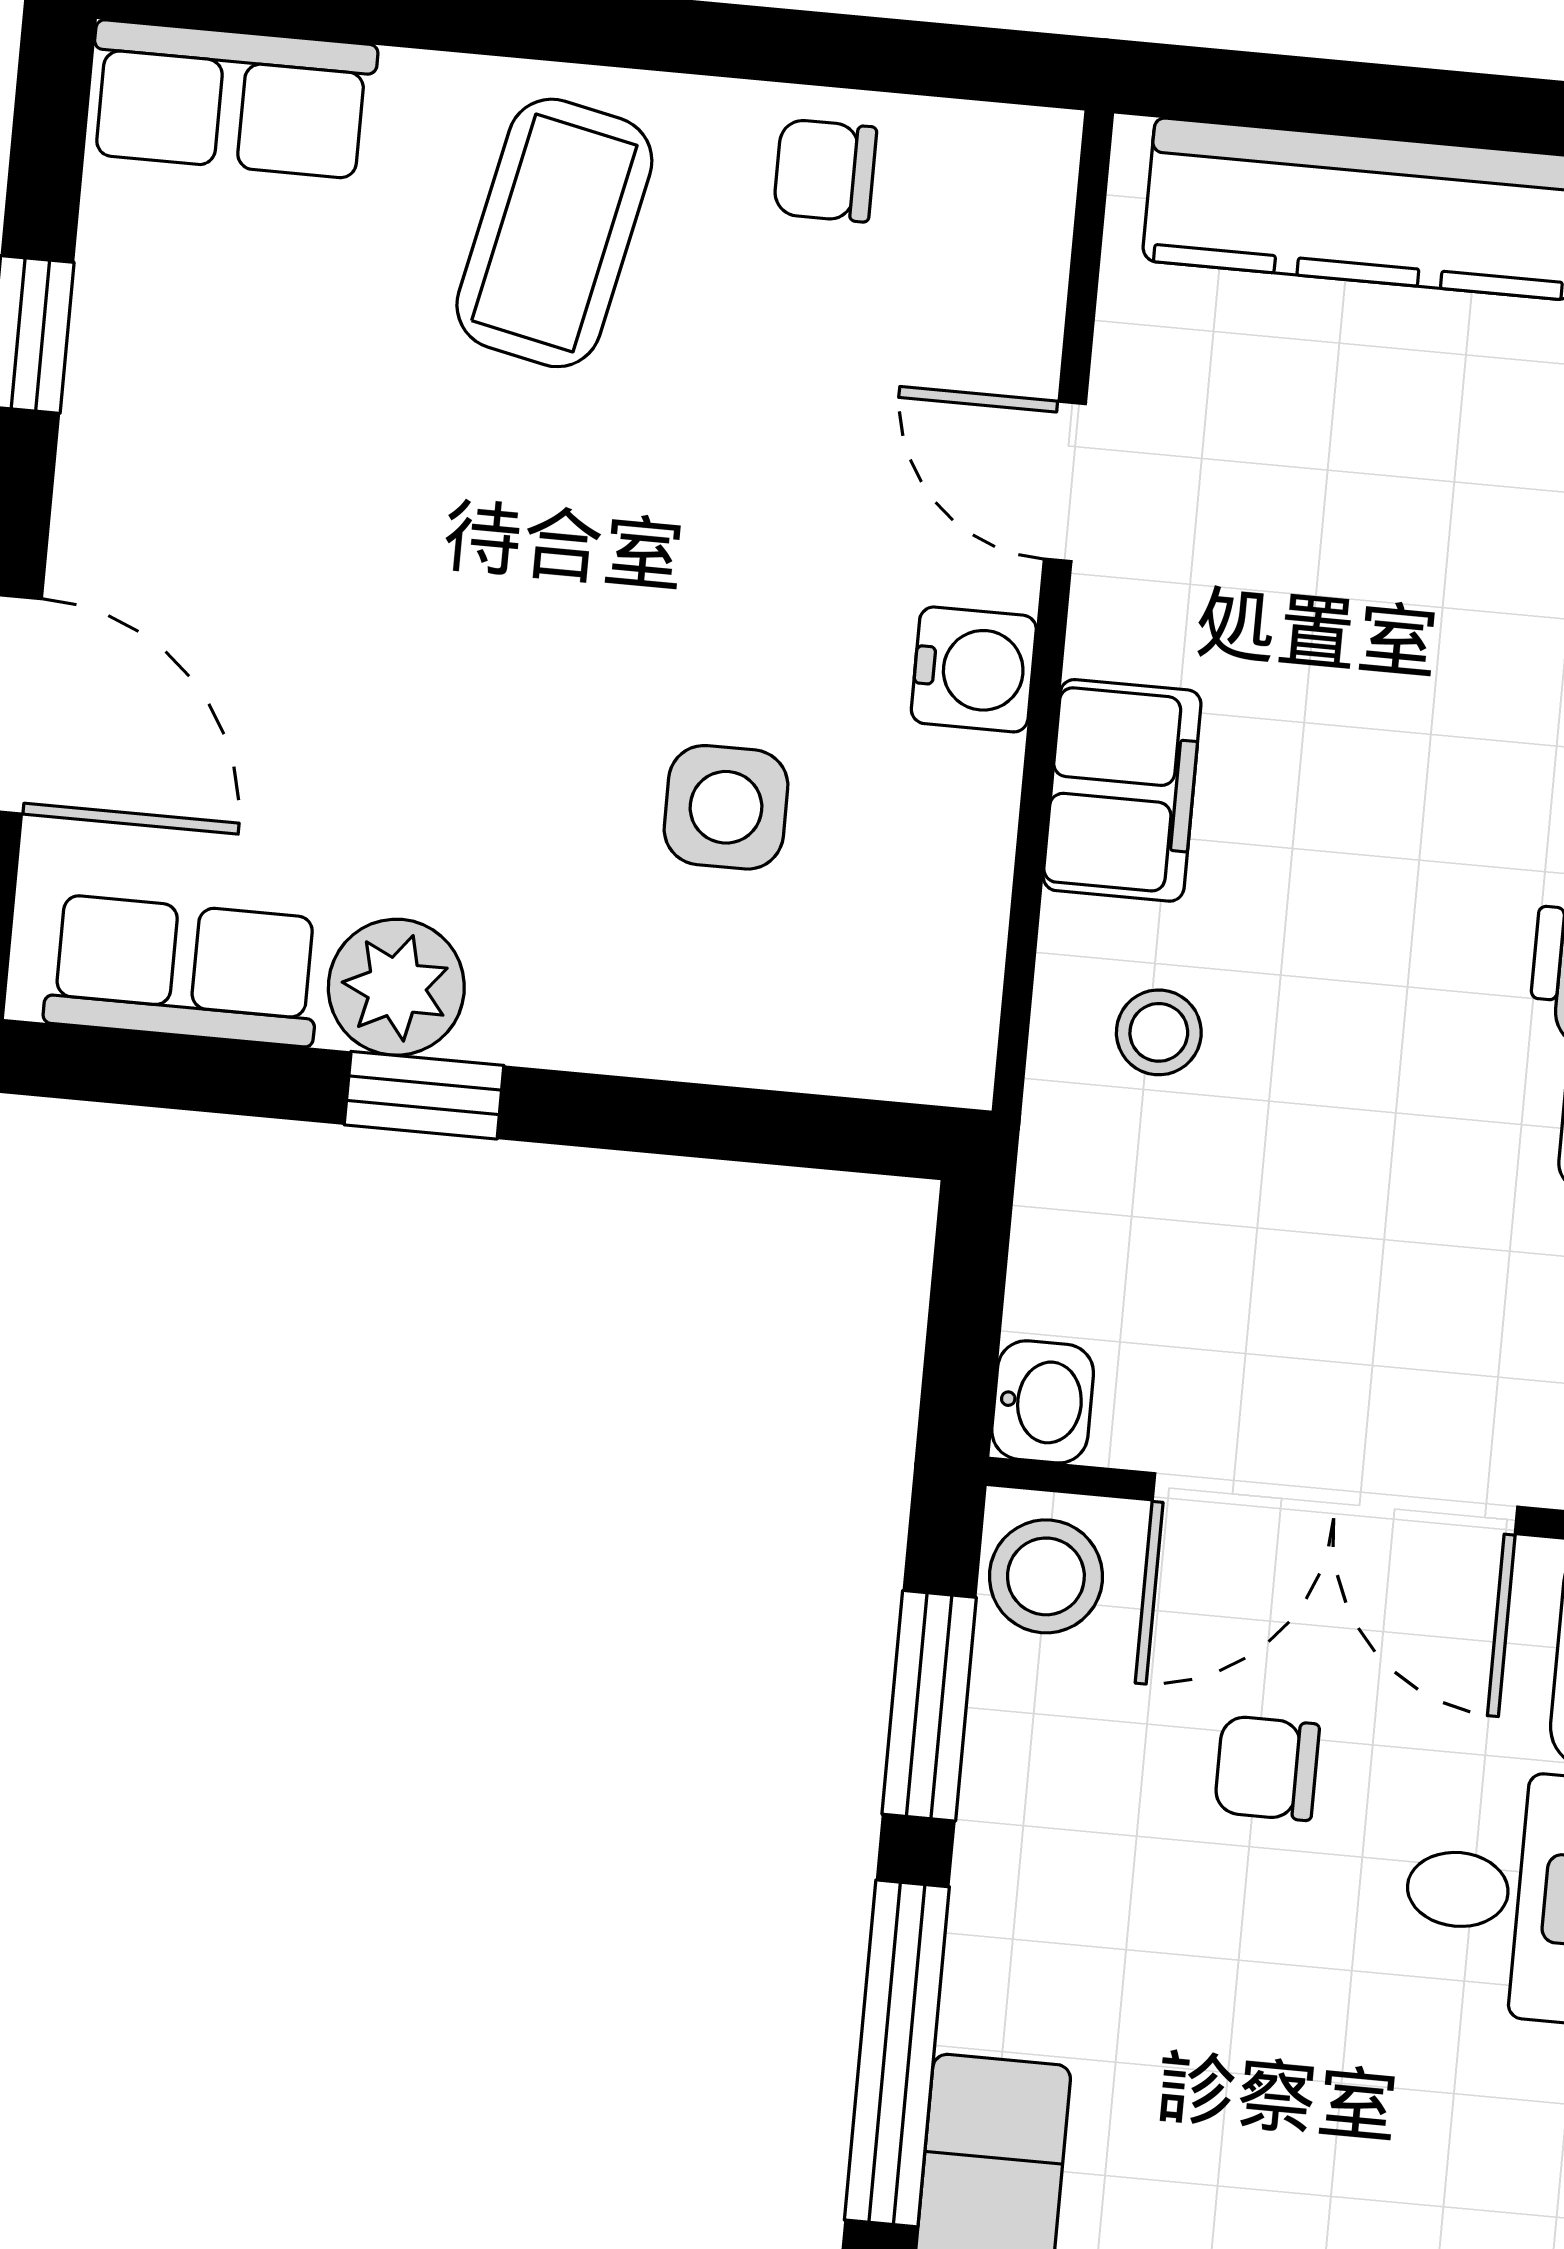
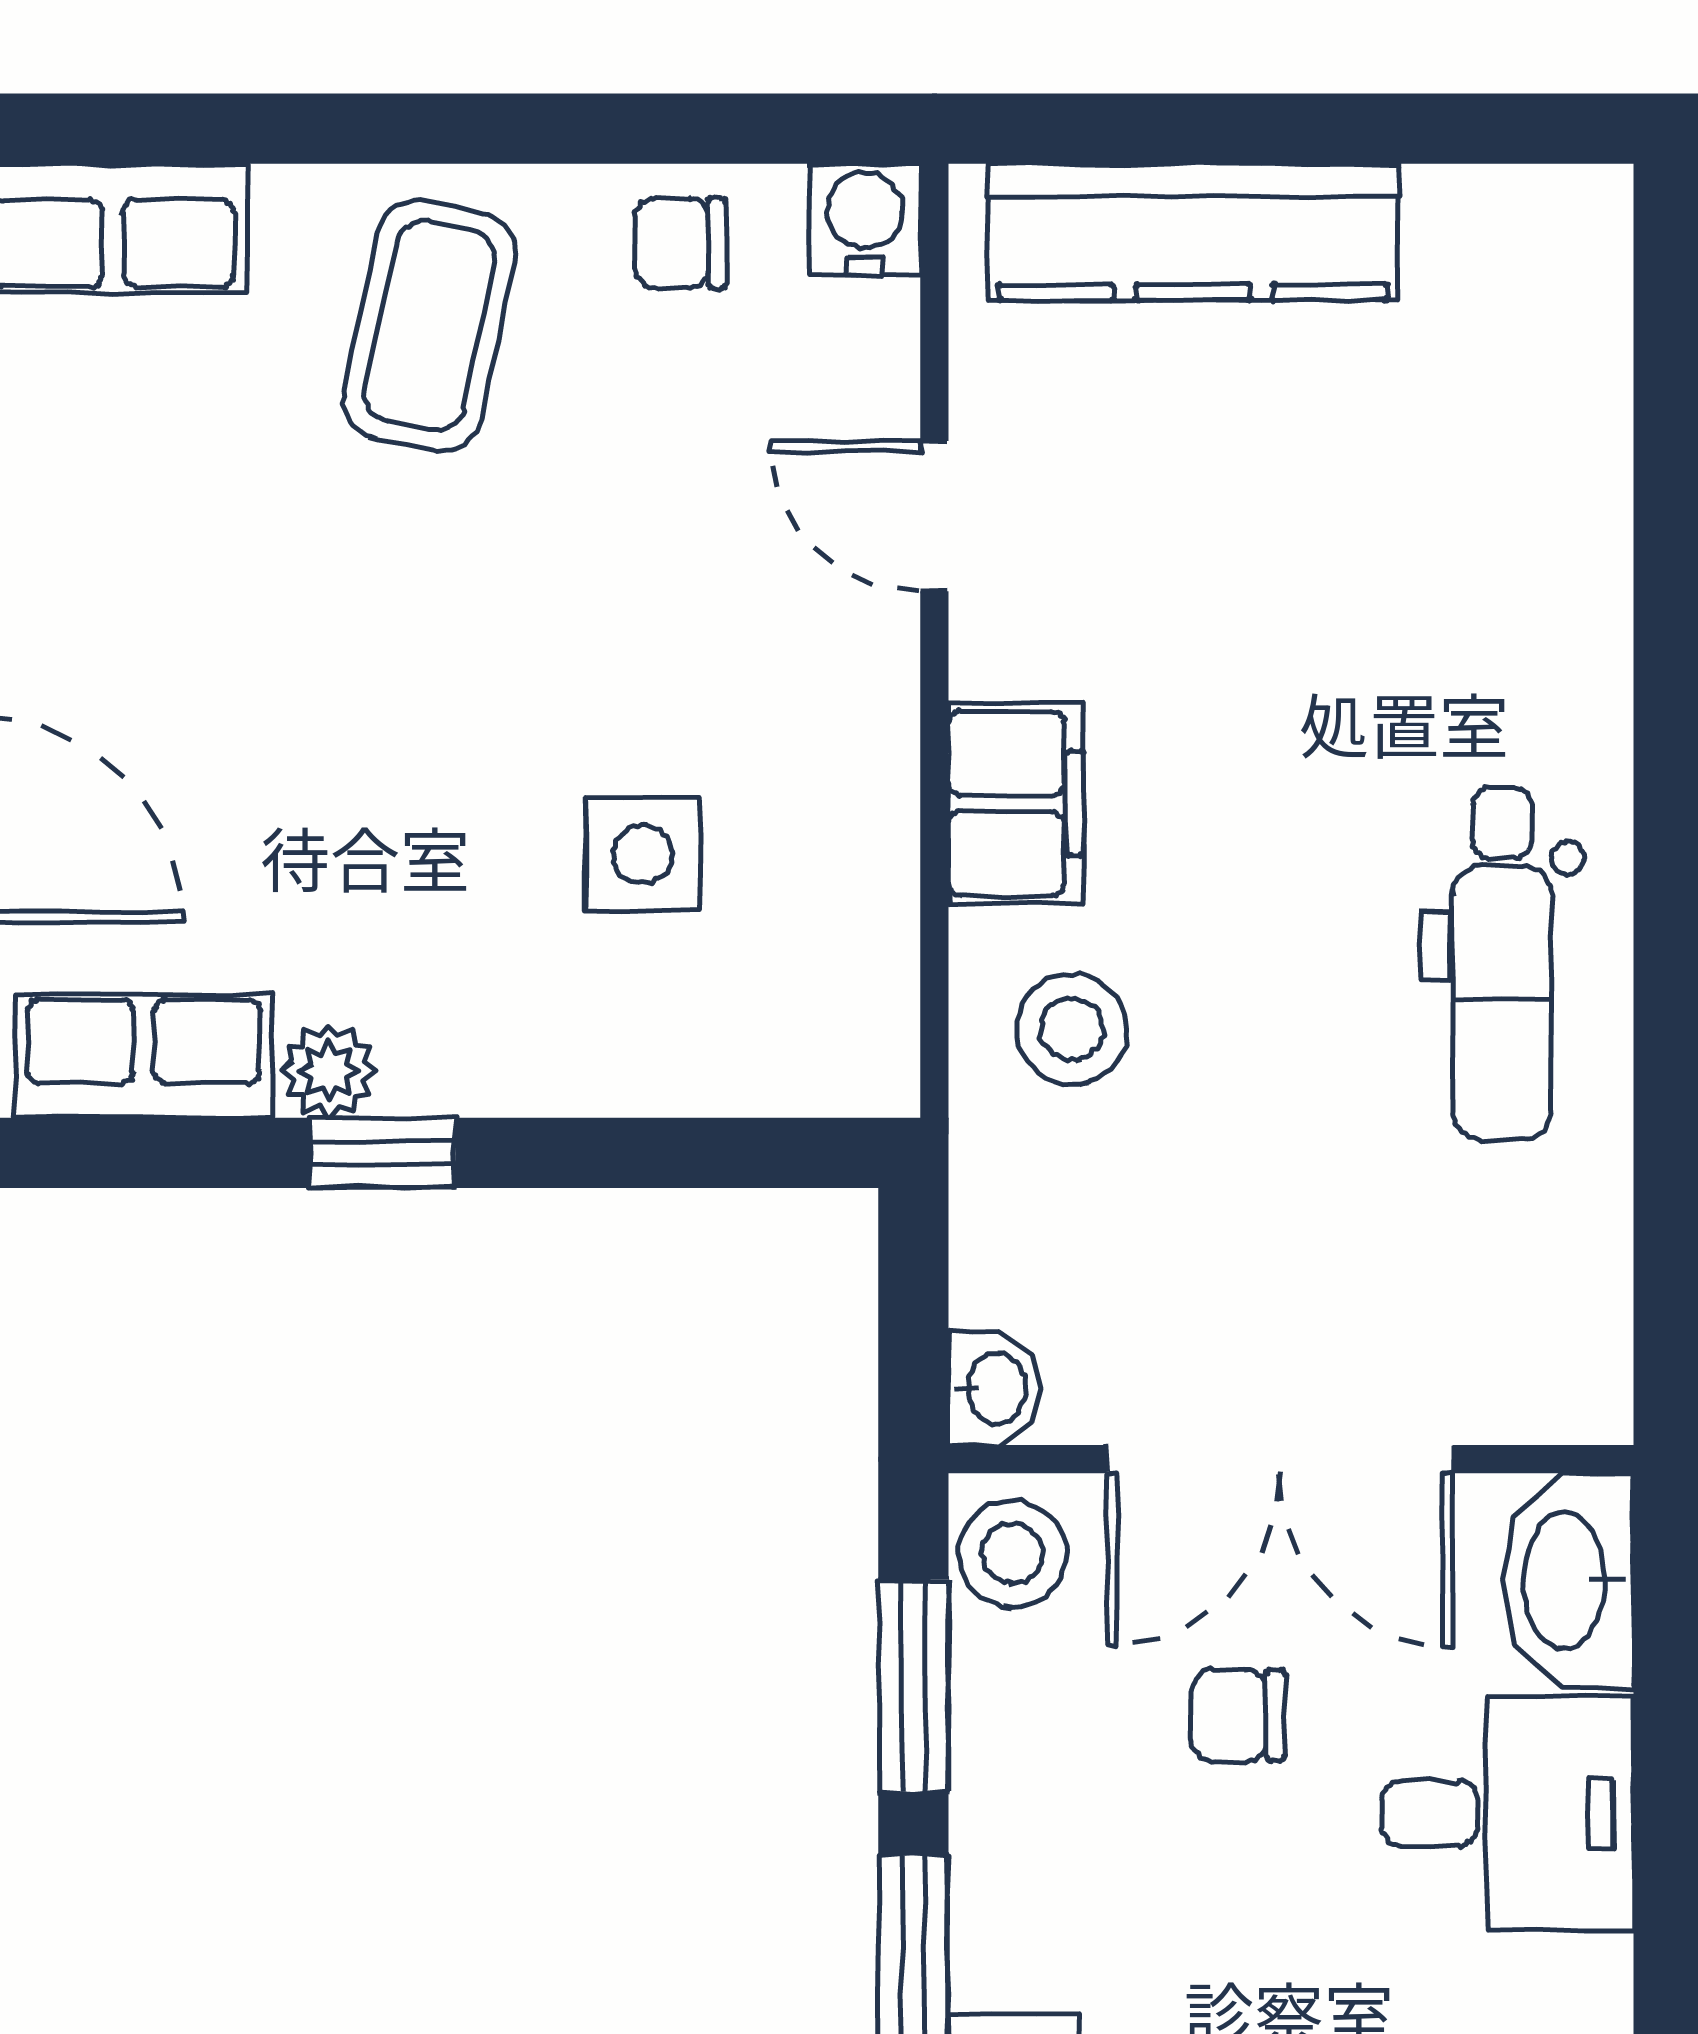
water cooler: (974, 669) -> (865, 219), moved, turned -90
plant: (396, 987) -> (329, 1071), width x0.73, depth x0.73
stool: (1159, 1032) -> (1072, 1029), width x1.37, depth x1.37

